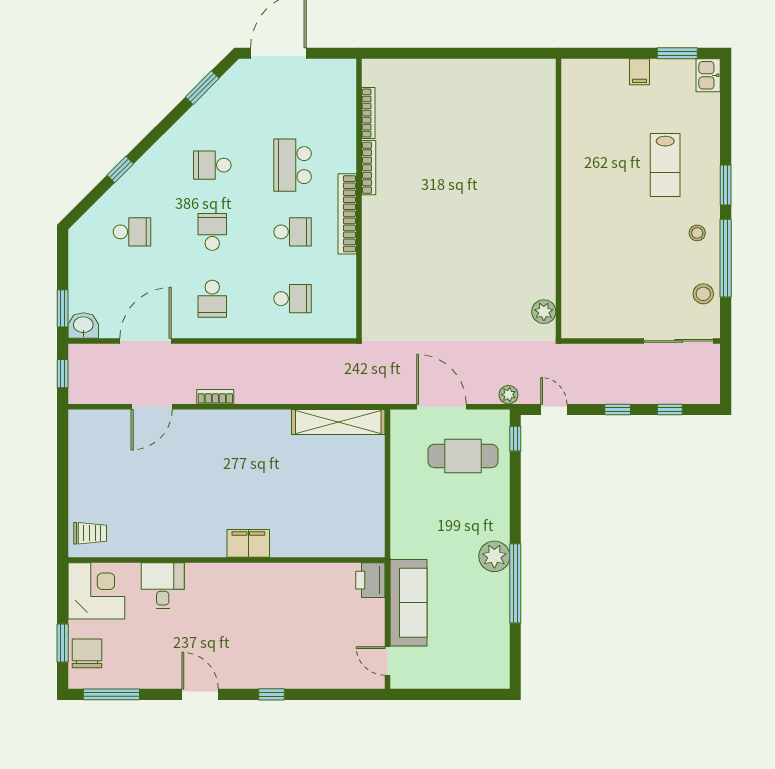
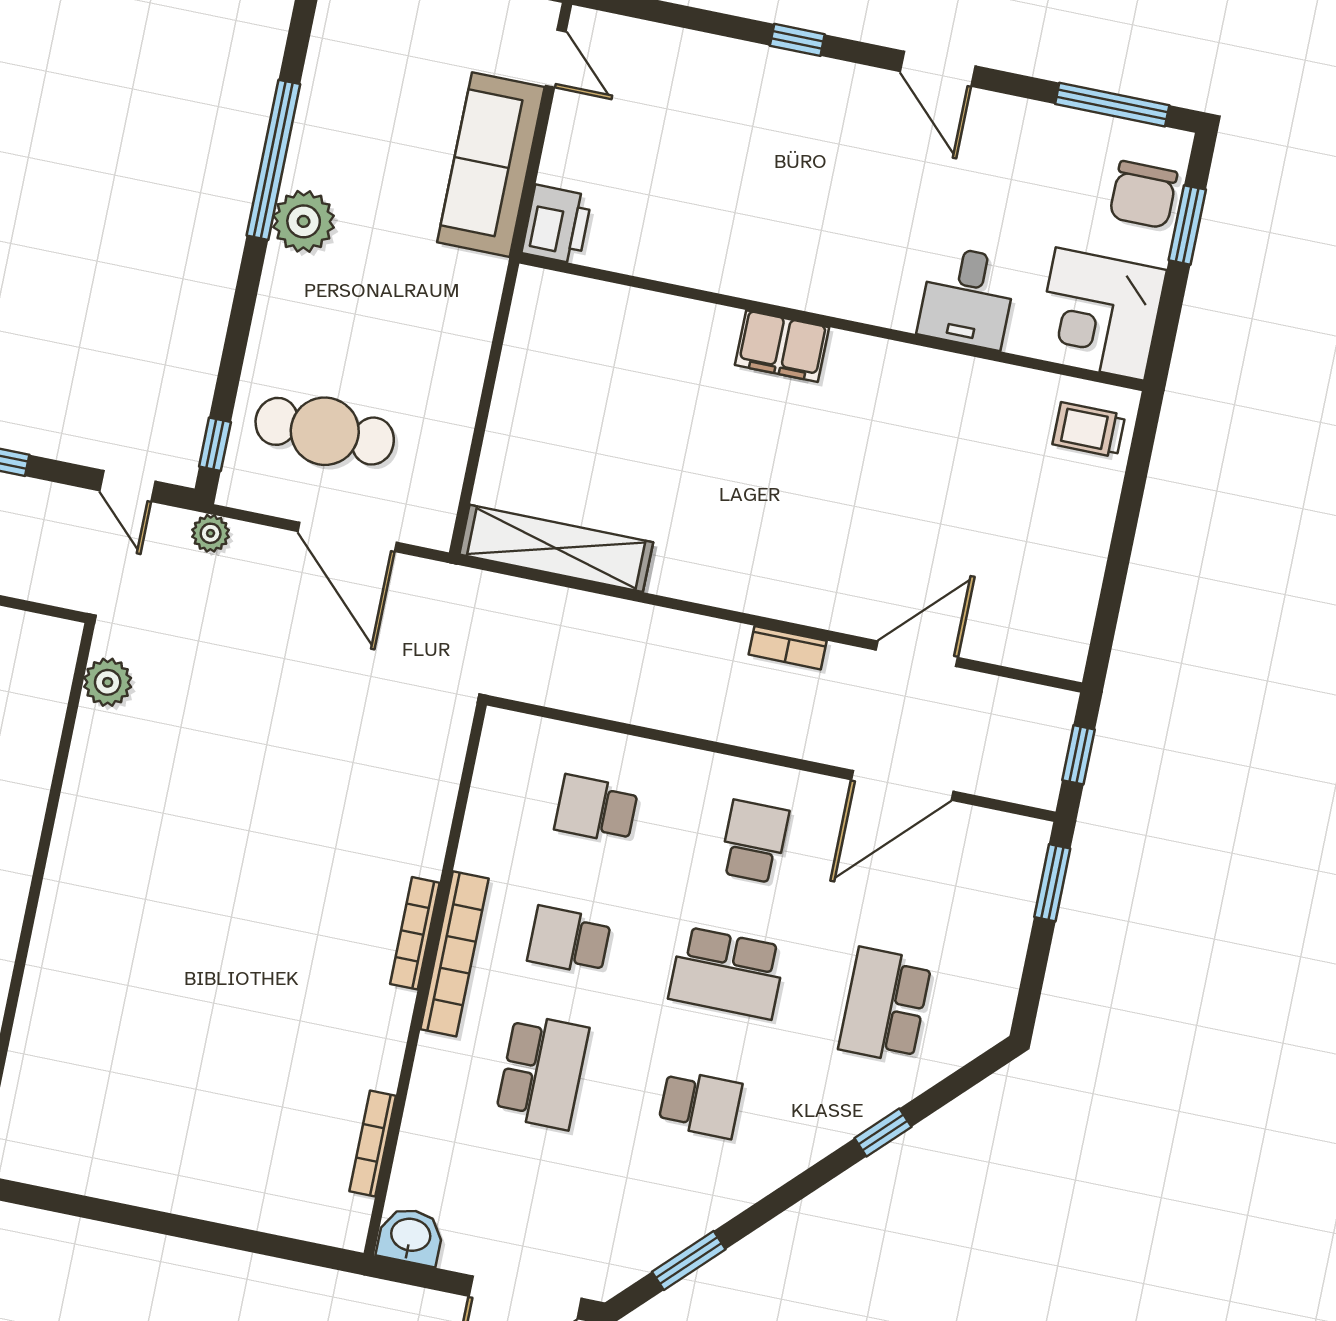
bookcase: (369, 168) -> (415, 933), moved
school desk: (132, 232) -> (885, 1005), width x1.85
school desk: (212, 232) -> (727, 973), width x1.85
washbasin: (83, 325) -> (410, 1236), moved, turned 180

